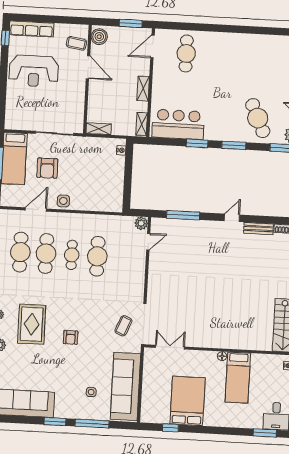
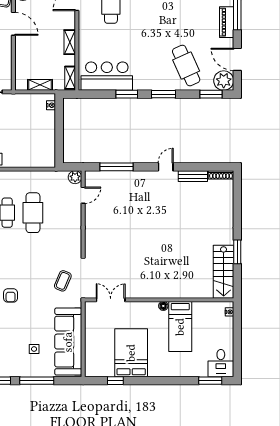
shelving: (99, 129) -> (40, 85), moved

